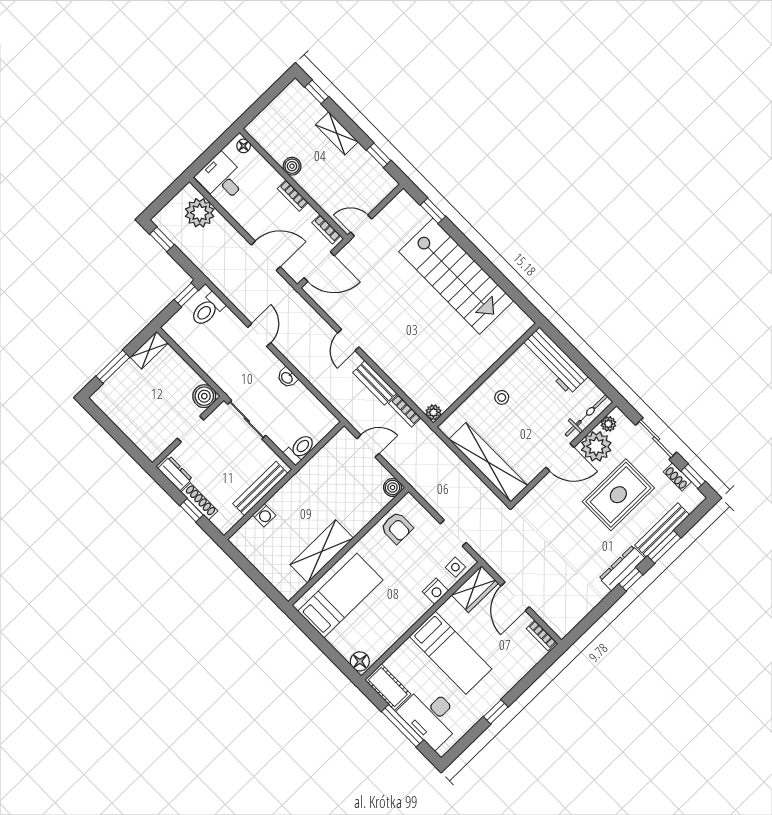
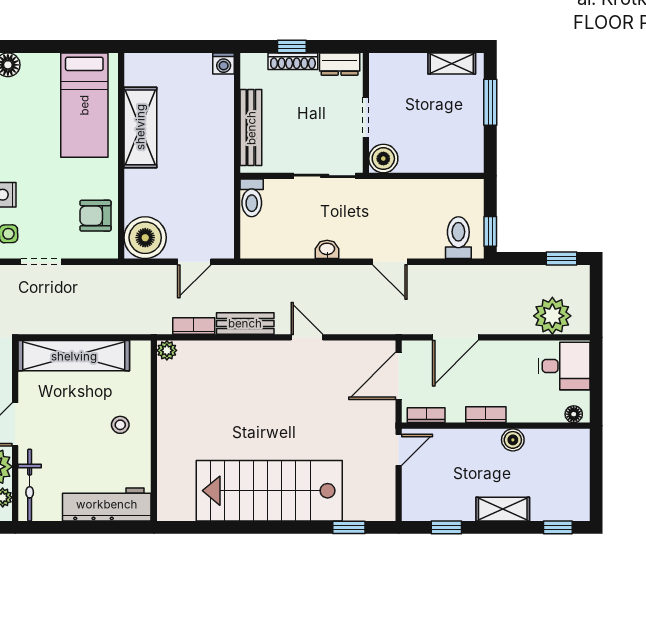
shelving: (149, 350) -> (452, 63), moved, turned 90
boiler: (393, 487) -> (145, 238), width x1.86, depth x1.86
washing machine: (264, 515) -> (224, 63), moved, turned -90

